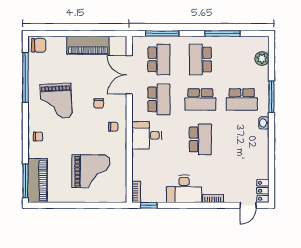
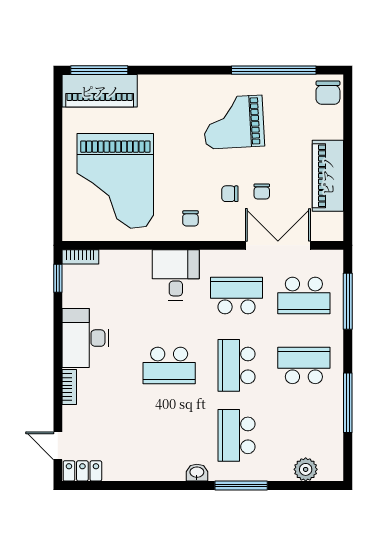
school desk: (159, 99) -> (236, 295), turned 180
chair: (38, 137) -> (262, 192), moved
grand piano: (91, 171) -> (115, 181), width x1.37, depth x1.48

